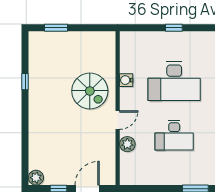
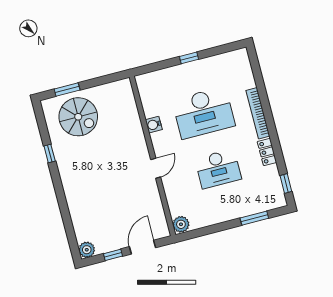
spiral stairs: (90, 91) -> (78, 117), moved
plant: (127, 144) -> (181, 224), moved

